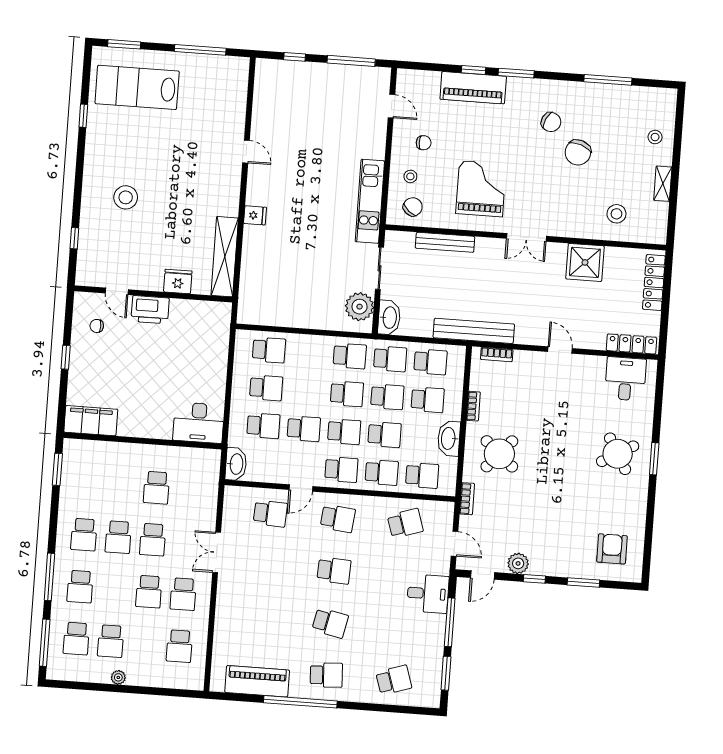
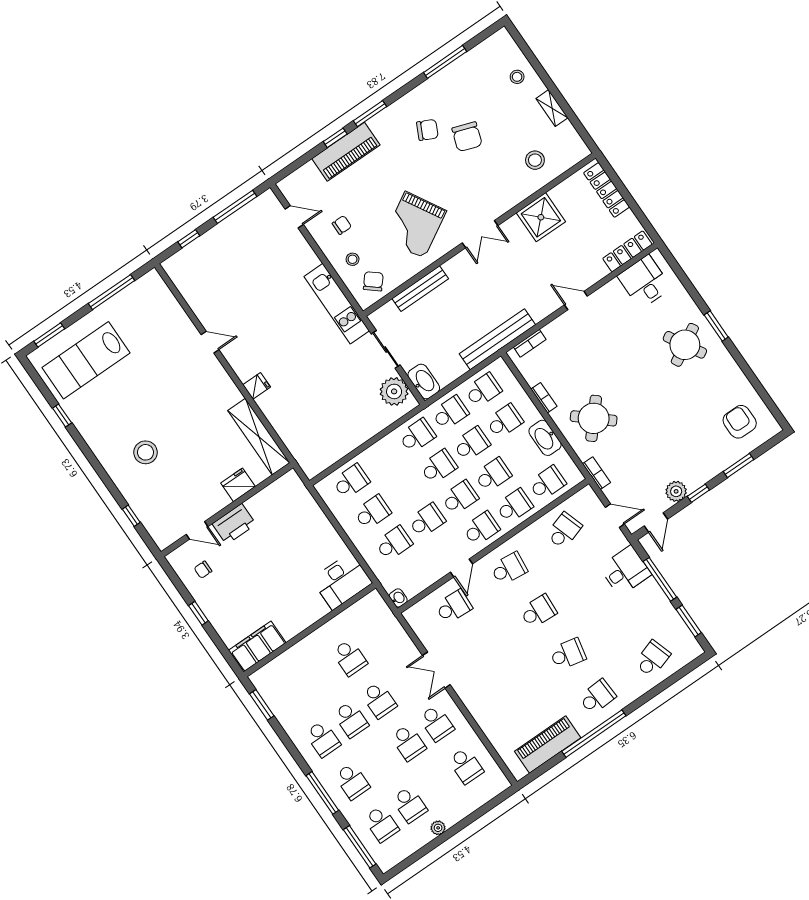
grand piano: (481, 189) -> (415, 225), turned -120
washbasin: (236, 464) -> (398, 598), width x0.52, depth x0.69

